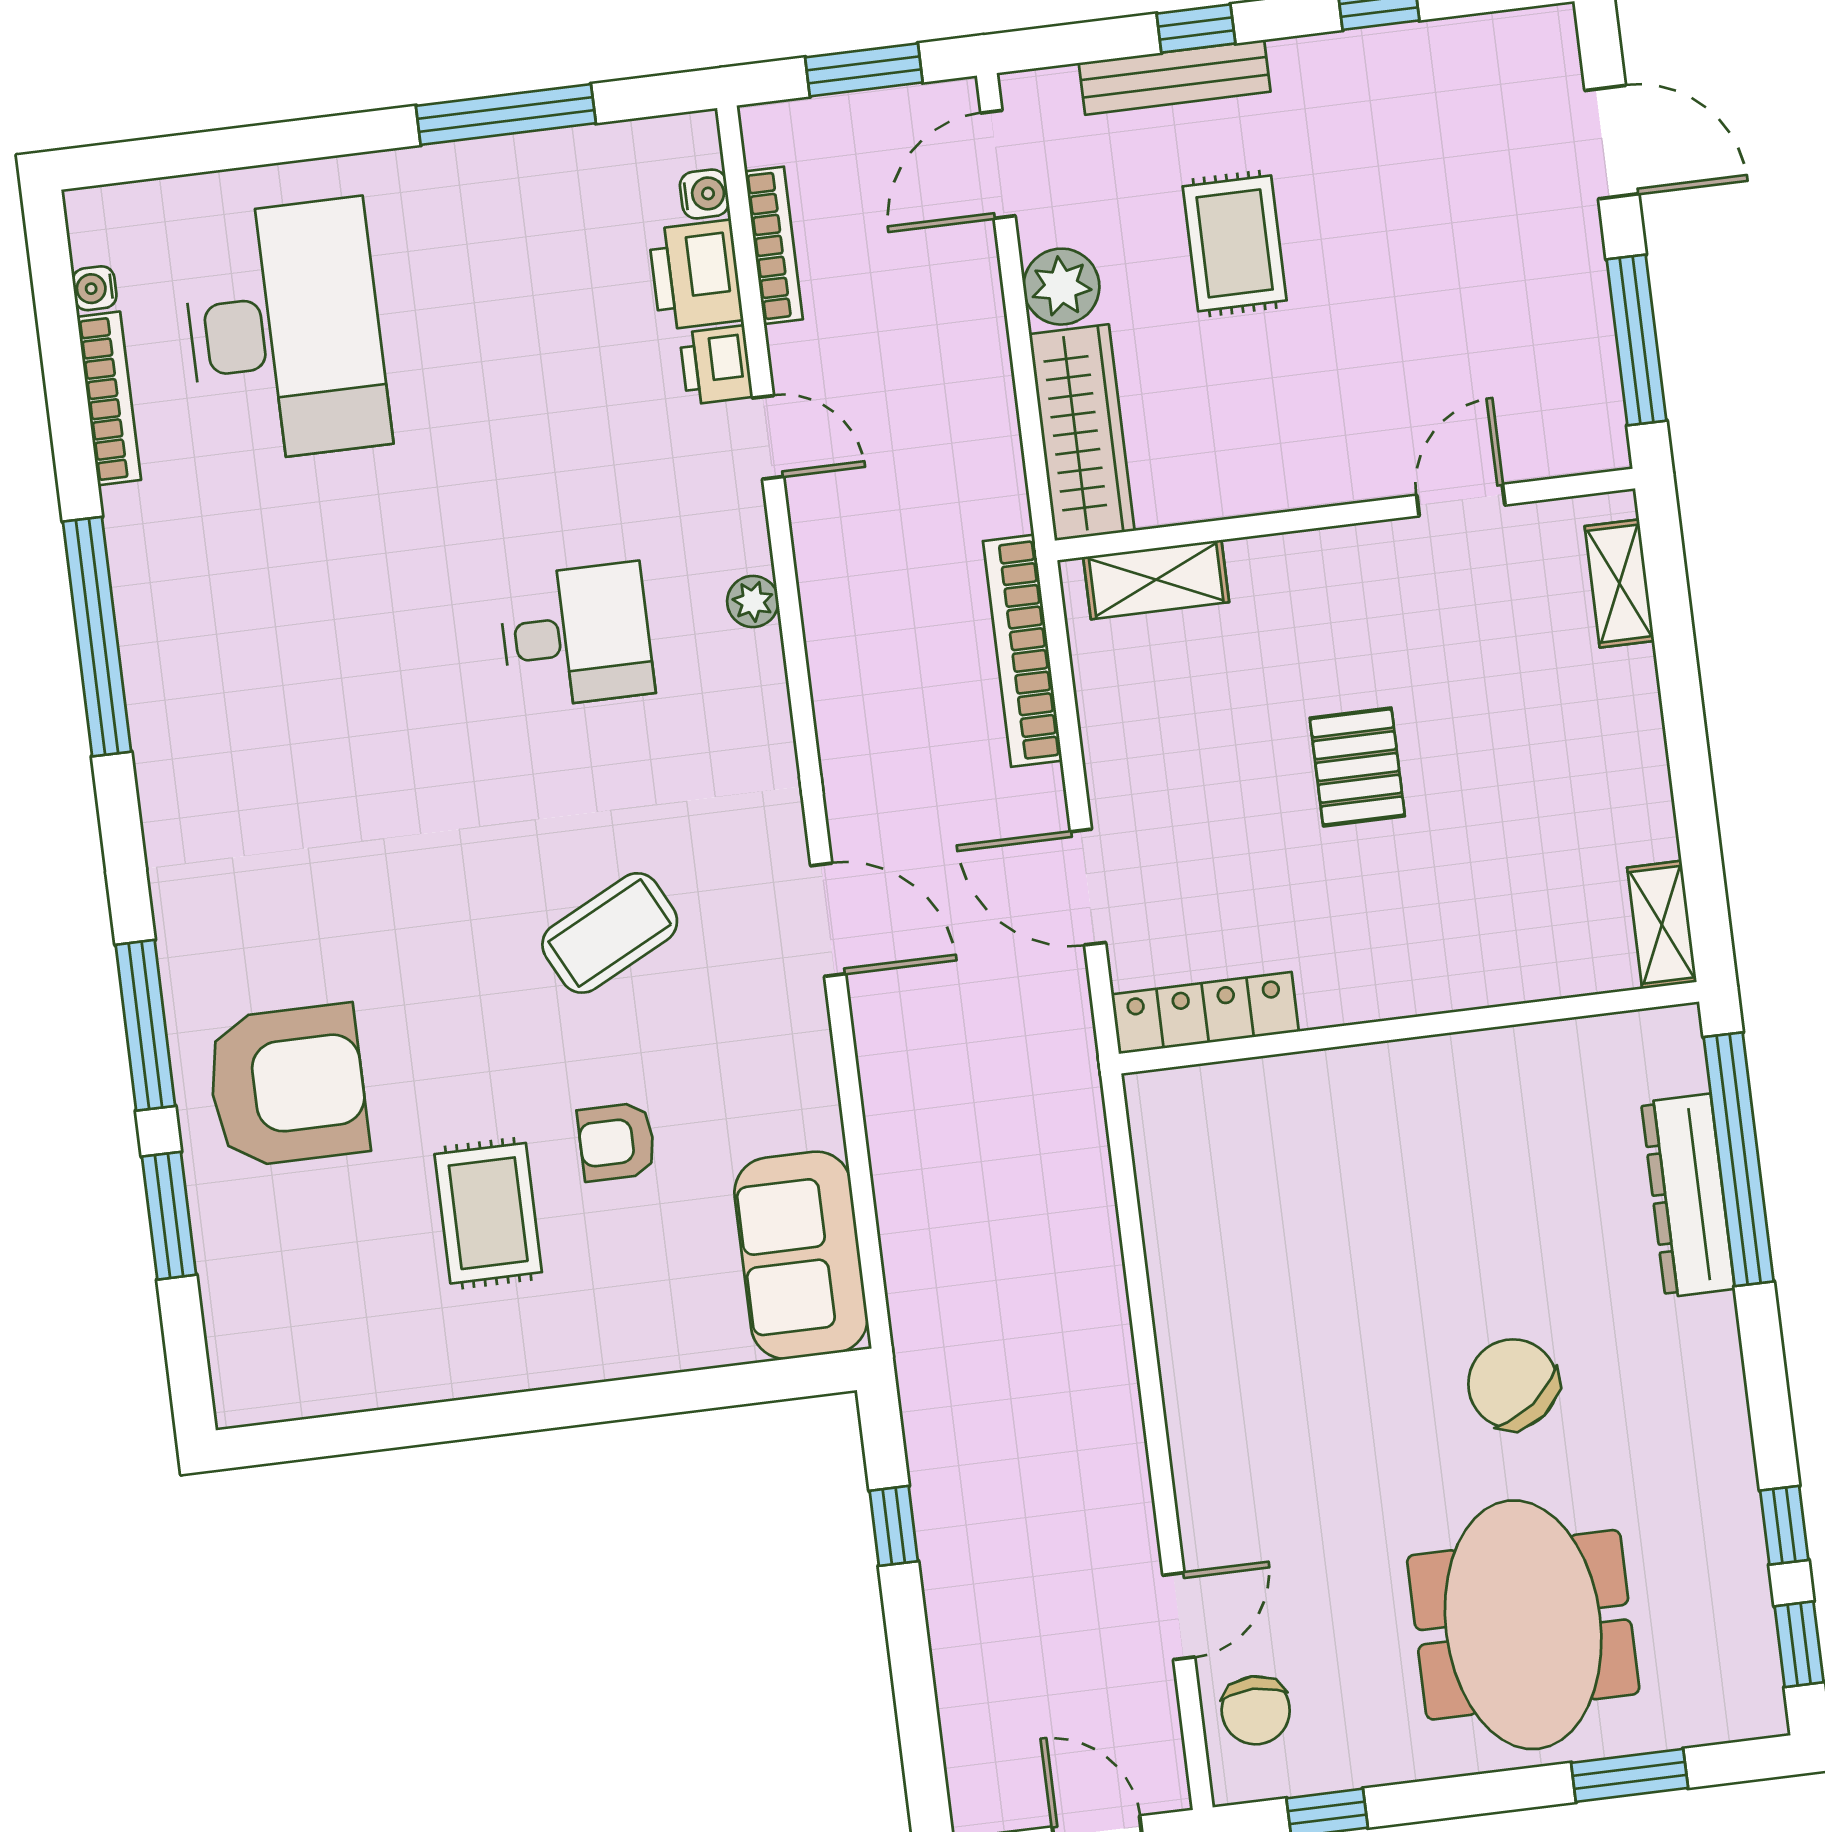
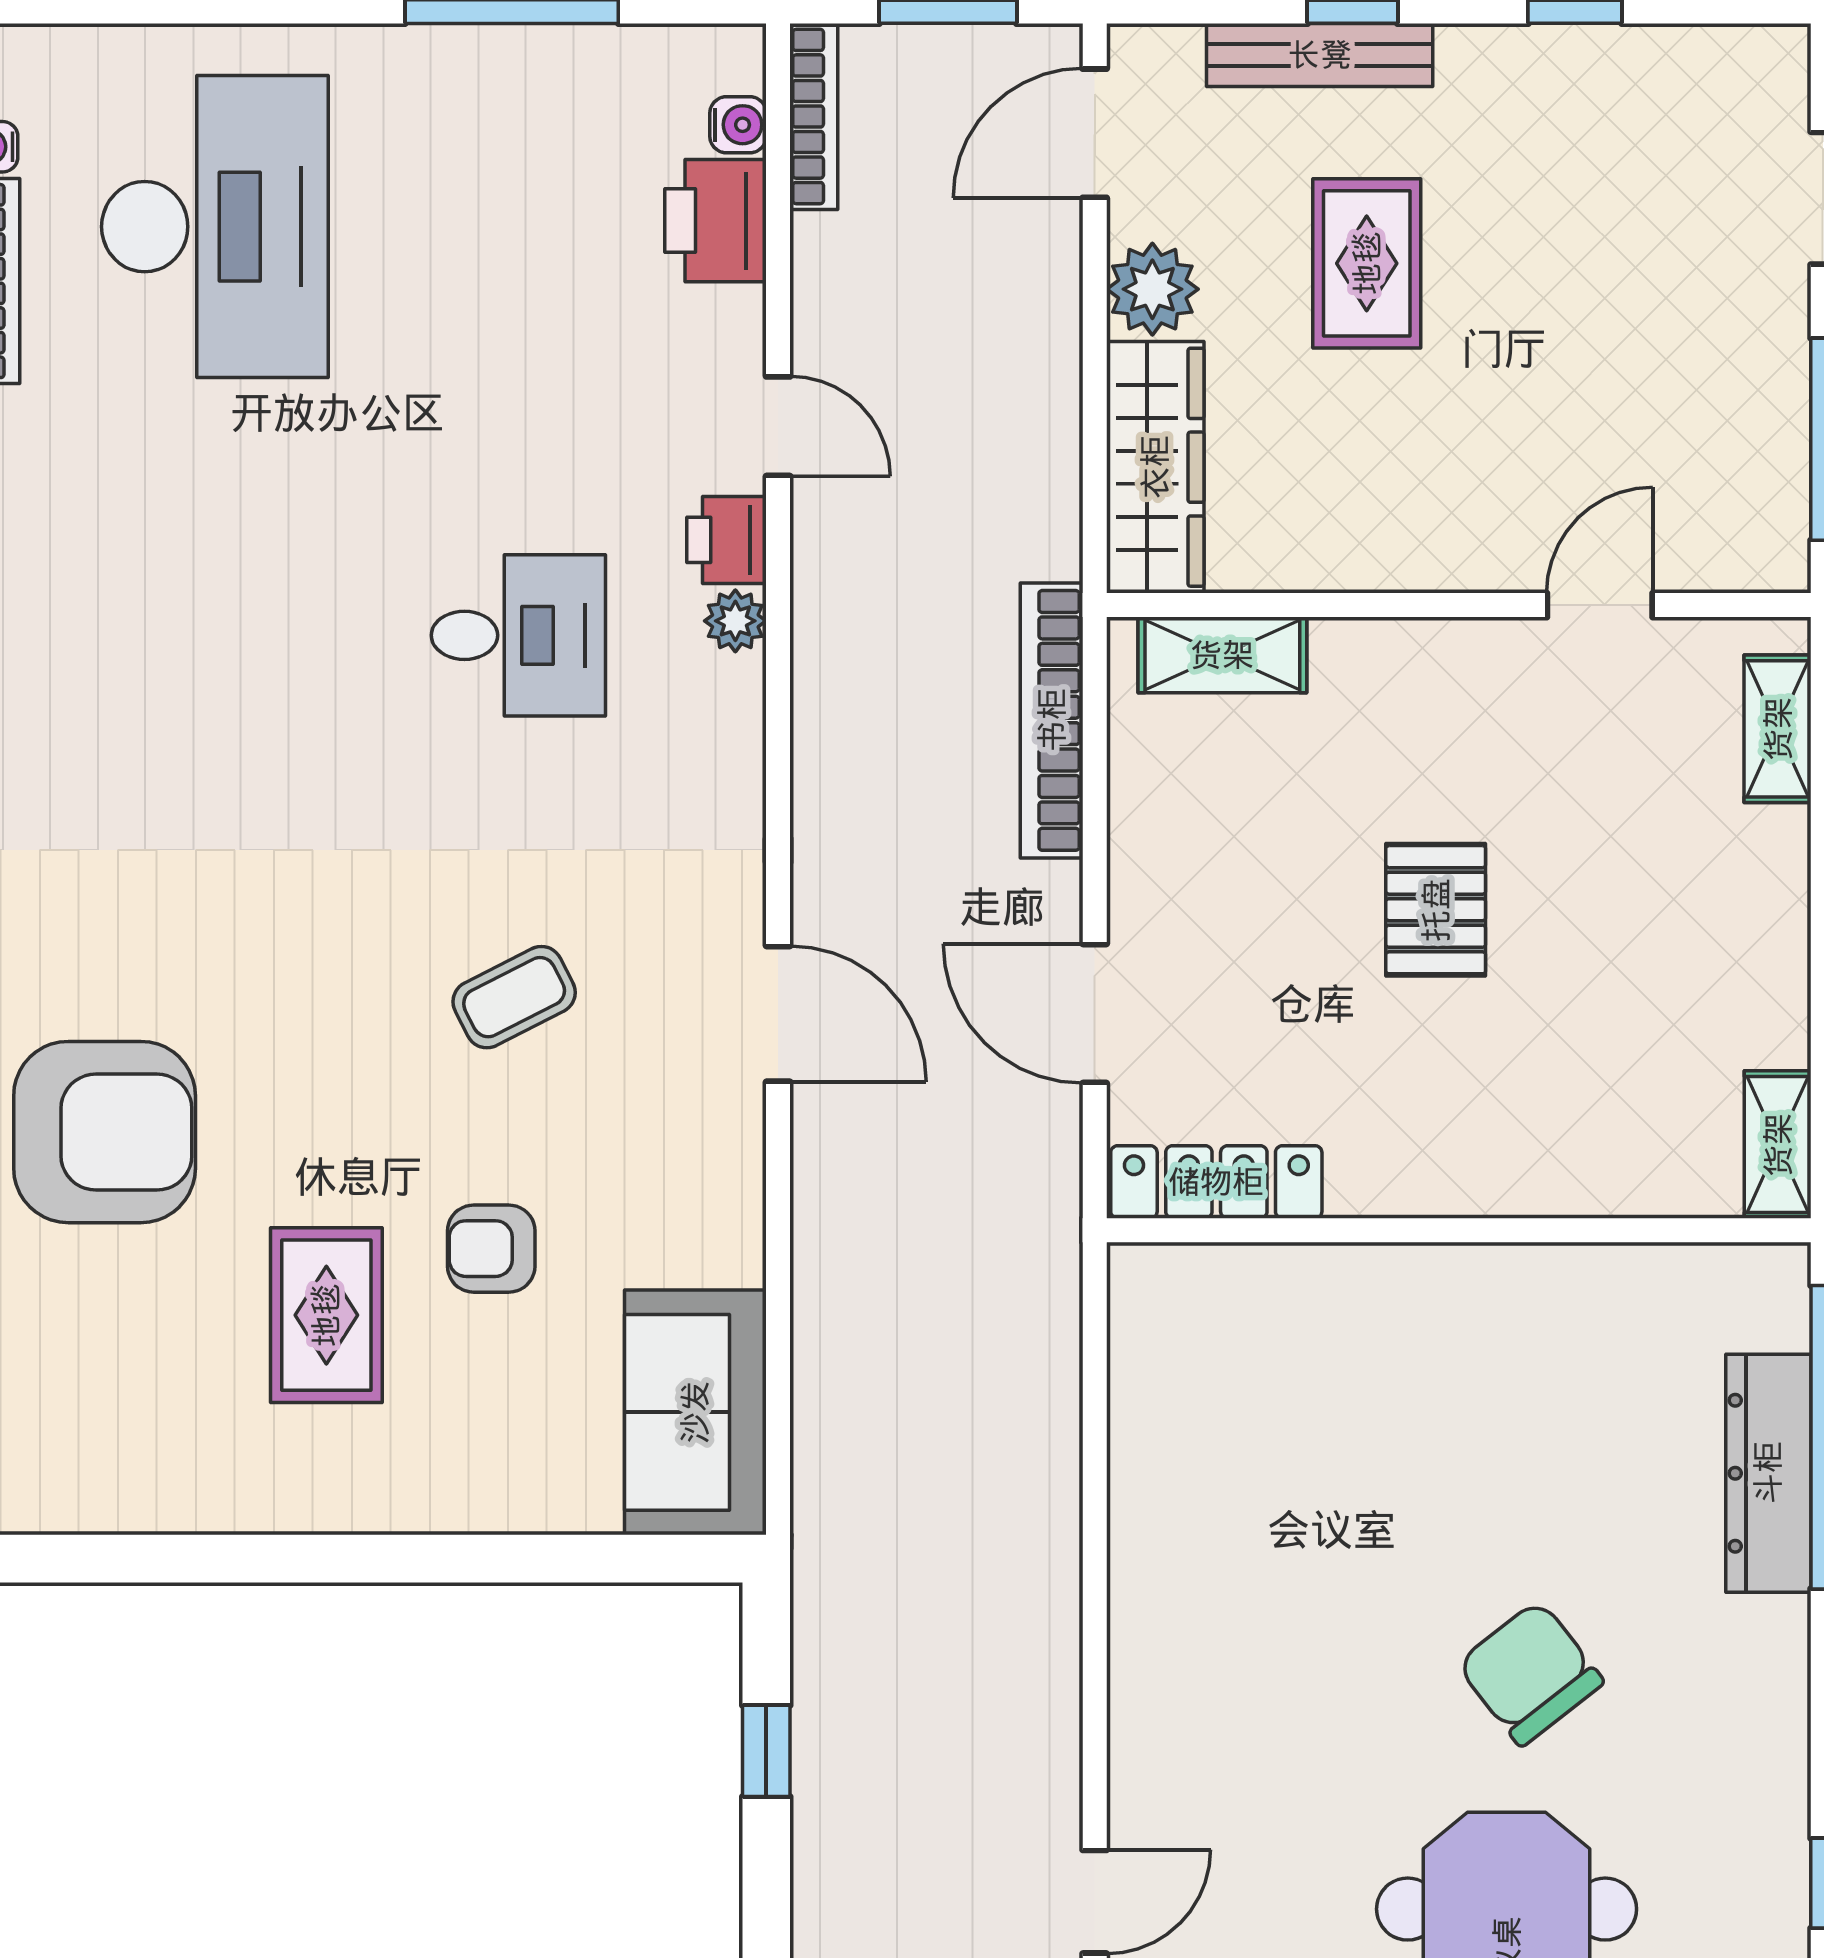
bookcase: (774, 245) -> (814, 116), moved
printer: (716, 365) -> (727, 540), moved
coffee table: (610, 933) -> (514, 997), width x0.73, depth x0.77

